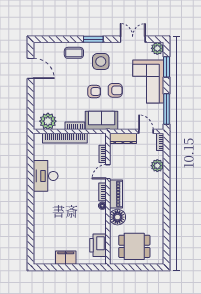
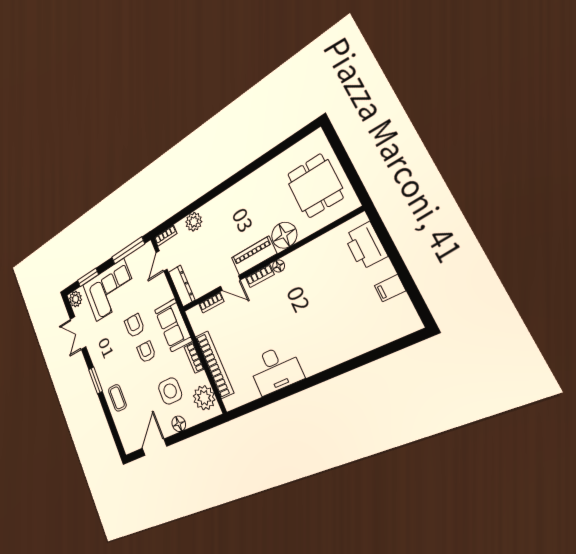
side table: (101, 62) -> (170, 391), moved
floor lamp: (39, 95) -> (179, 424), added
printer: (98, 245) -> (365, 246), moved, turned 90
filing cabinet: (66, 258) -> (390, 288), width x0.50

